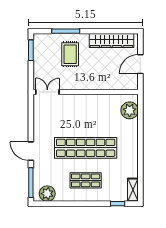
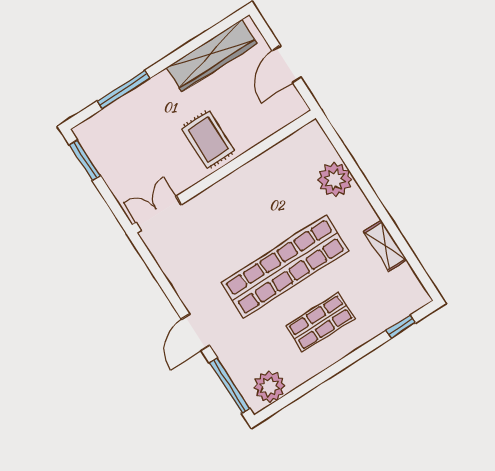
rug: (70, 54) -> (208, 140), moved
plant: (130, 110) -> (335, 180), moved
door: (31, 151) -> (195, 332), hinge flipped
shelving: (133, 190) -> (385, 246), moved

